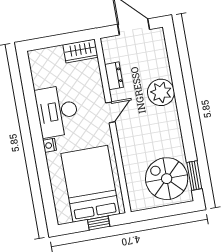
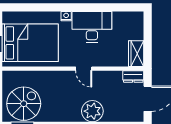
dresser: (114, 76) -> (133, 76), moved

